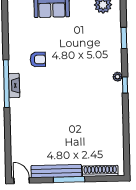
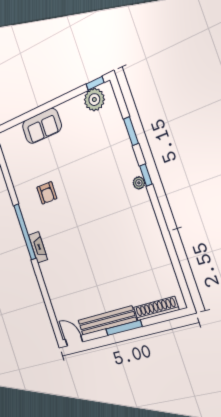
armchair: (38, 59) -> (47, 193), turned 90
window: (125, 85) -> (146, 175), moved
fireplace: (14, 86) -> (38, 247), moved

